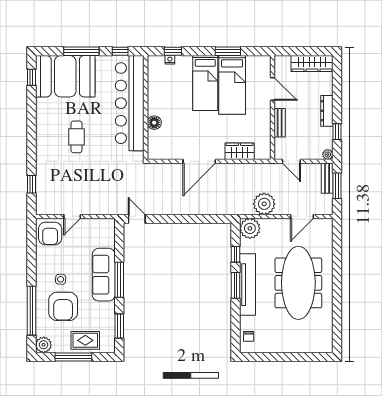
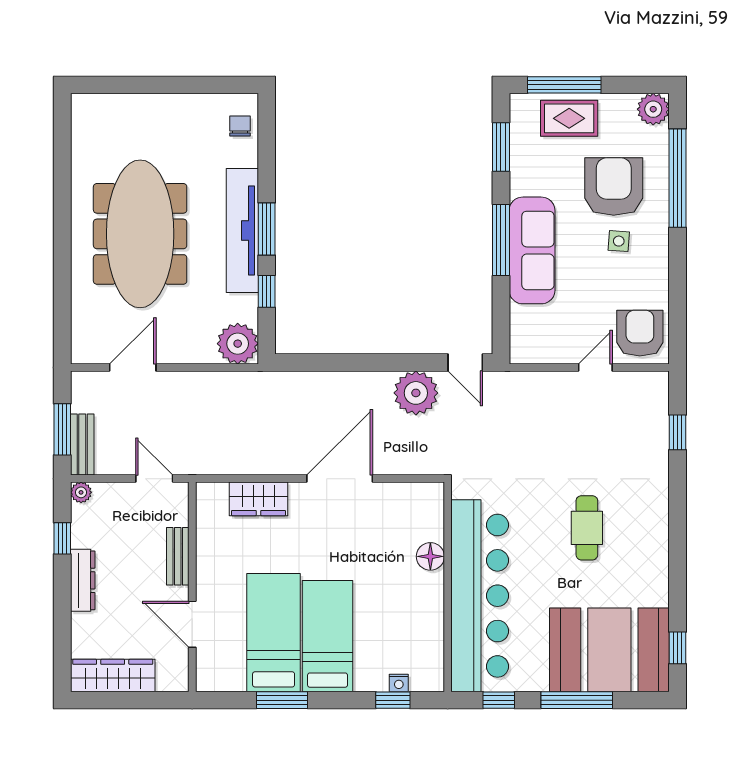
plant: (264, 204) -> (416, 393), moved
window: (73, 357) -> (564, 85), moved

